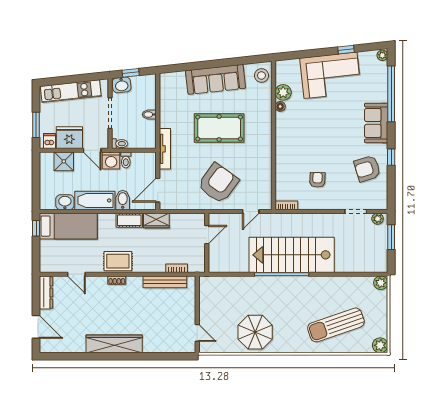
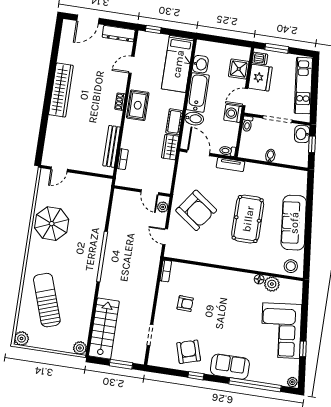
tv unit: (165, 149) -> (230, 165), width x0.71
toilet: (126, 160) -> (228, 151), moved
plant: (378, 219) -> (163, 207), moved
window: (36, 228) -> (153, 29), moved
stairs: (292, 255) -> (104, 329), moved, width x0.73, depth x0.66

